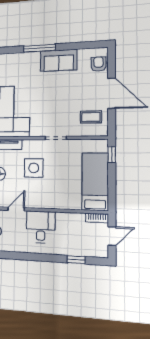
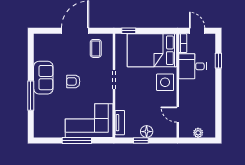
armchair: (98, 64) -> (73, 81), moved
side table: (34, 168) -> (165, 82), moved
bed: (95, 182) -> (152, 50), width x1.50
desk: (41, 227) -> (193, 66), moved

